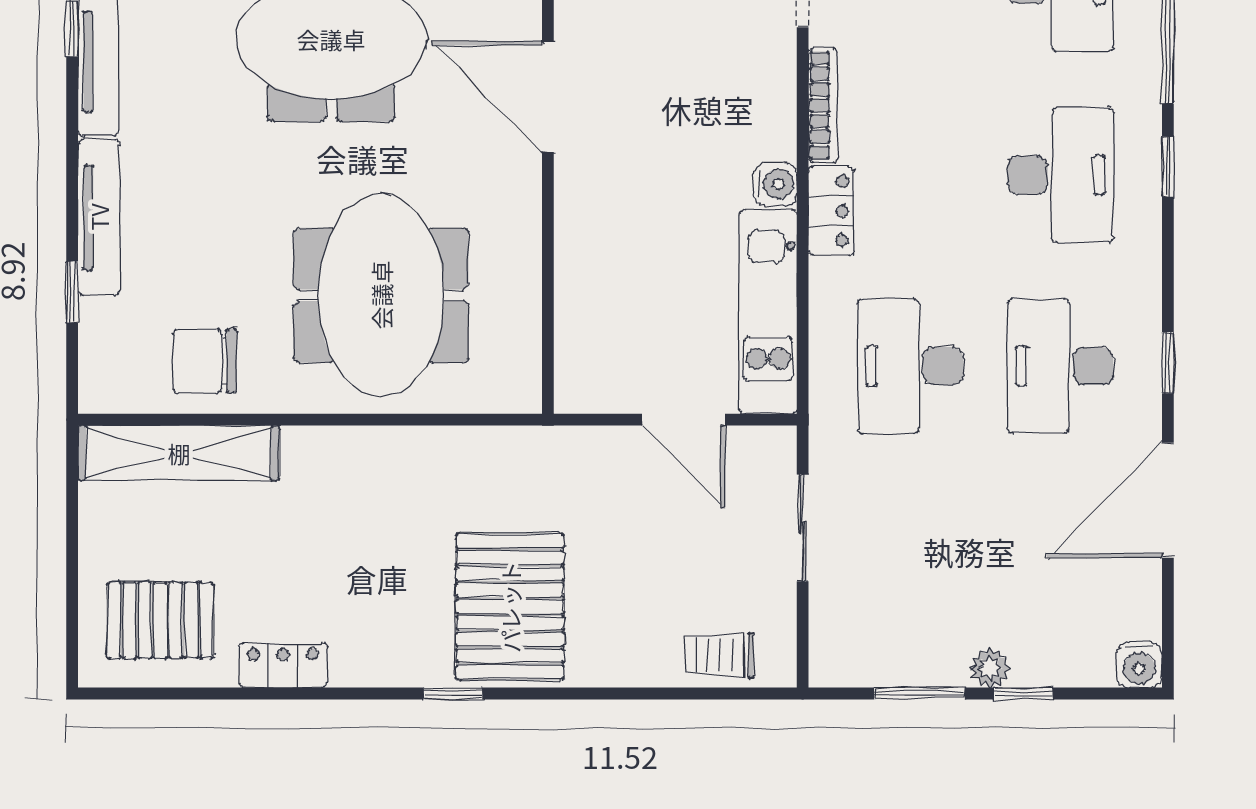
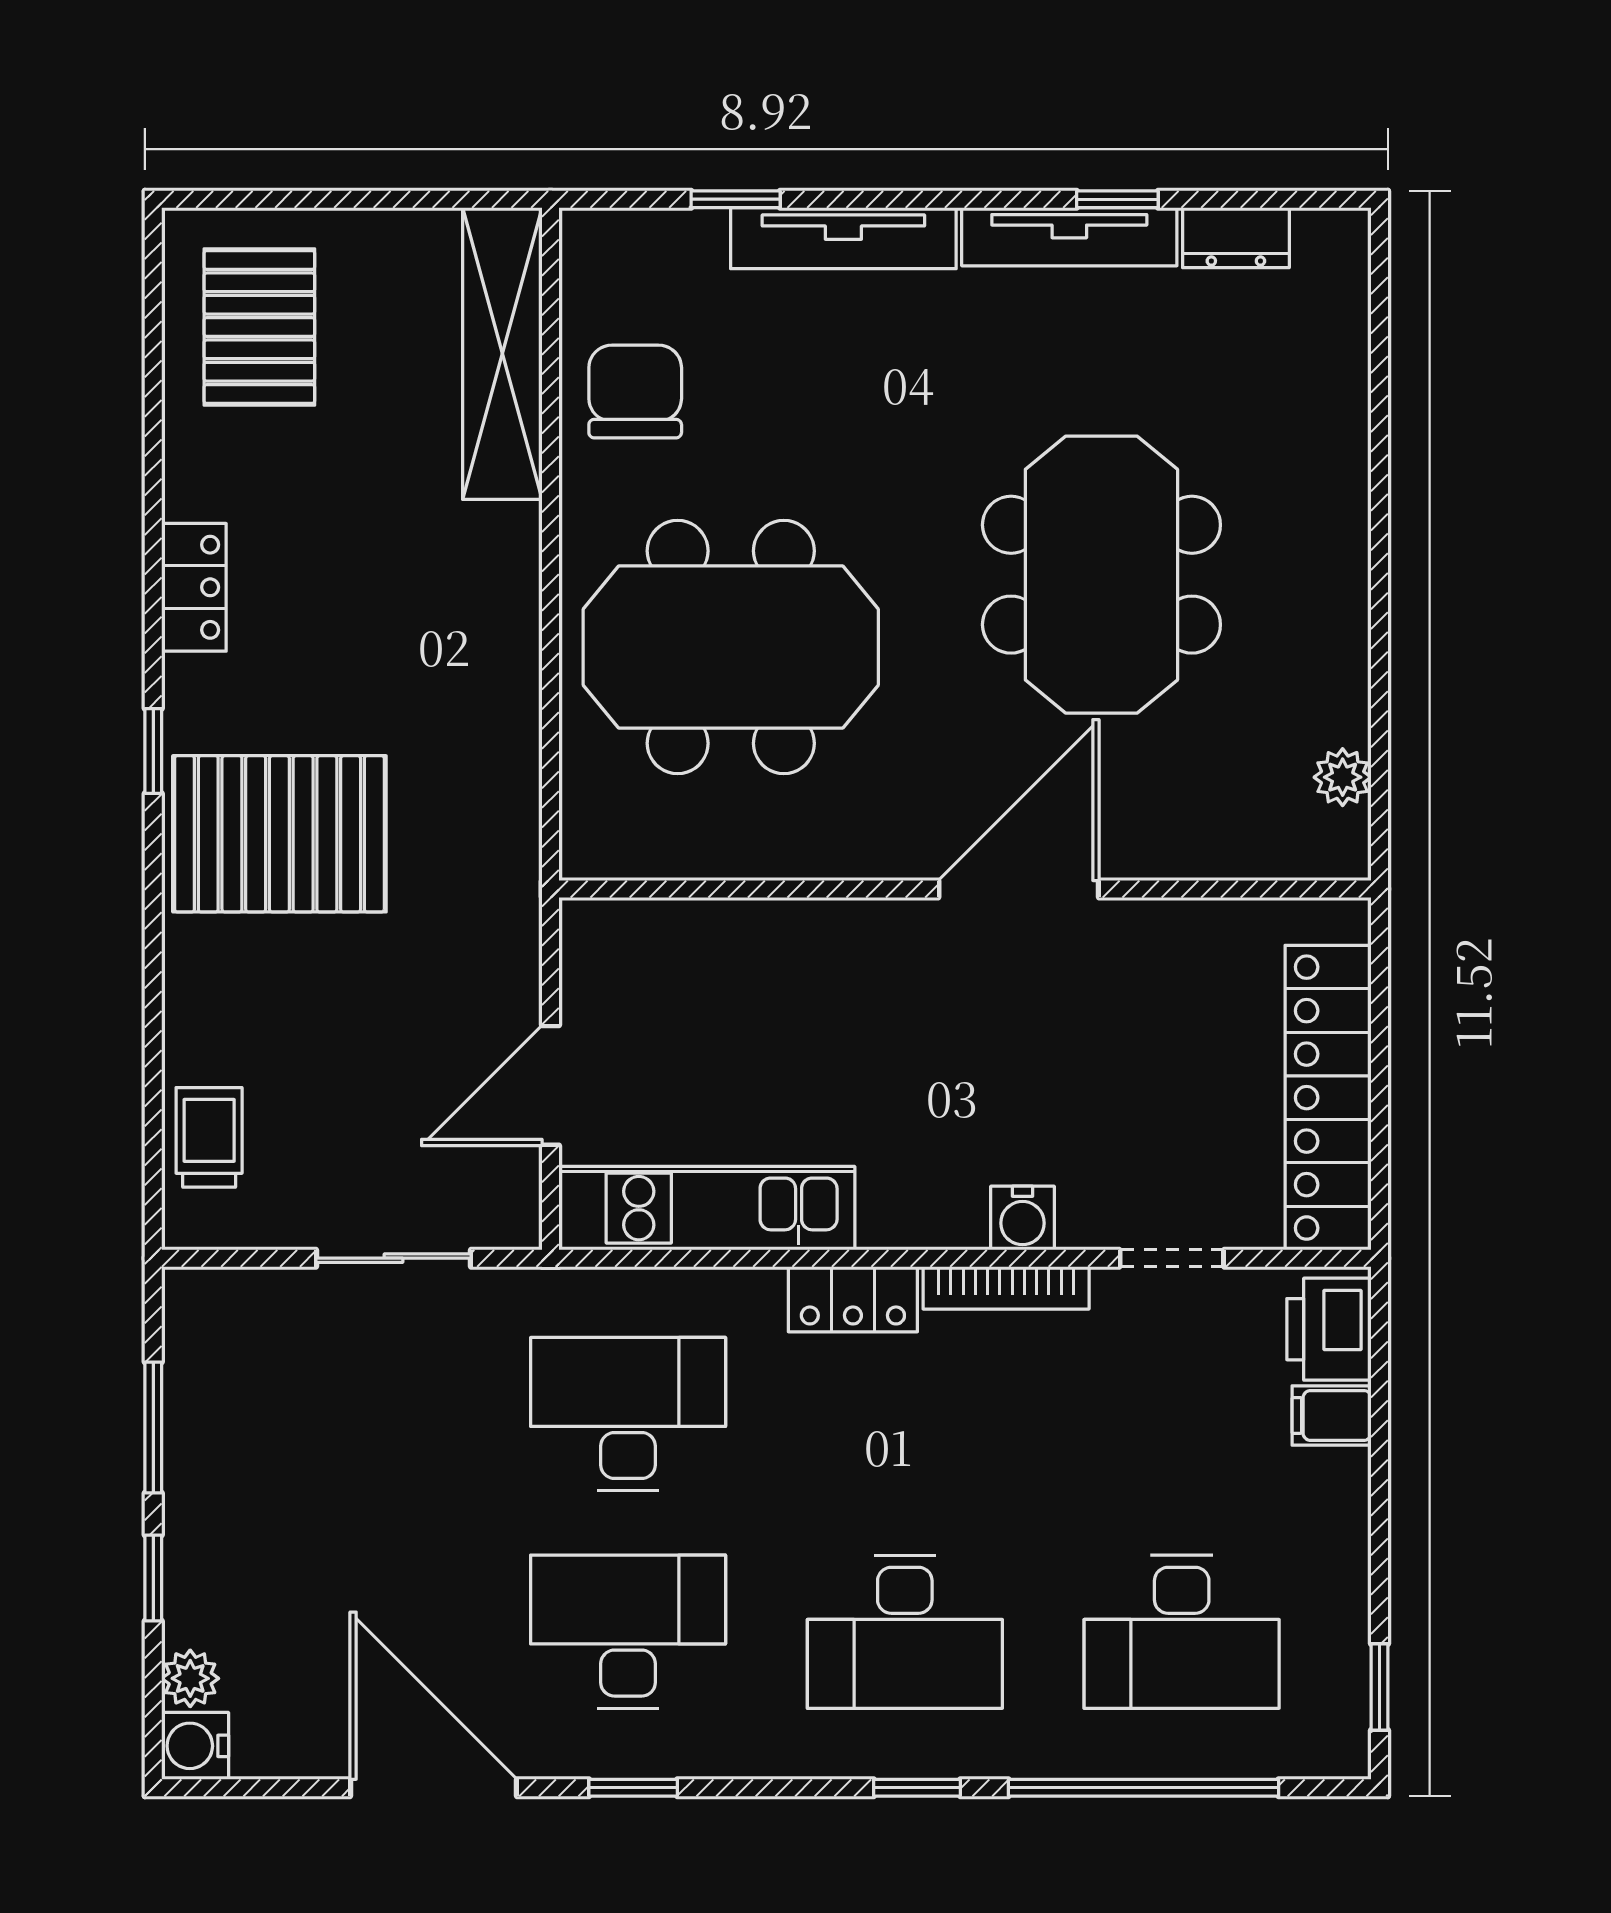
water cooler: (775, 184) -> (1022, 1218), moved
locker: (283, 665) -> (194, 587), moved
plant: (990, 668) -> (190, 1678), moved

